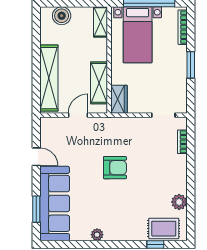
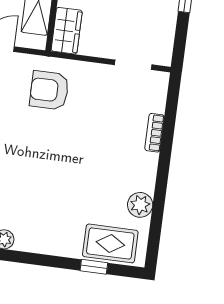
bookcase: (182, 142) -> (155, 133), moved
armchair: (115, 168) -> (49, 90), moved, turned 180

